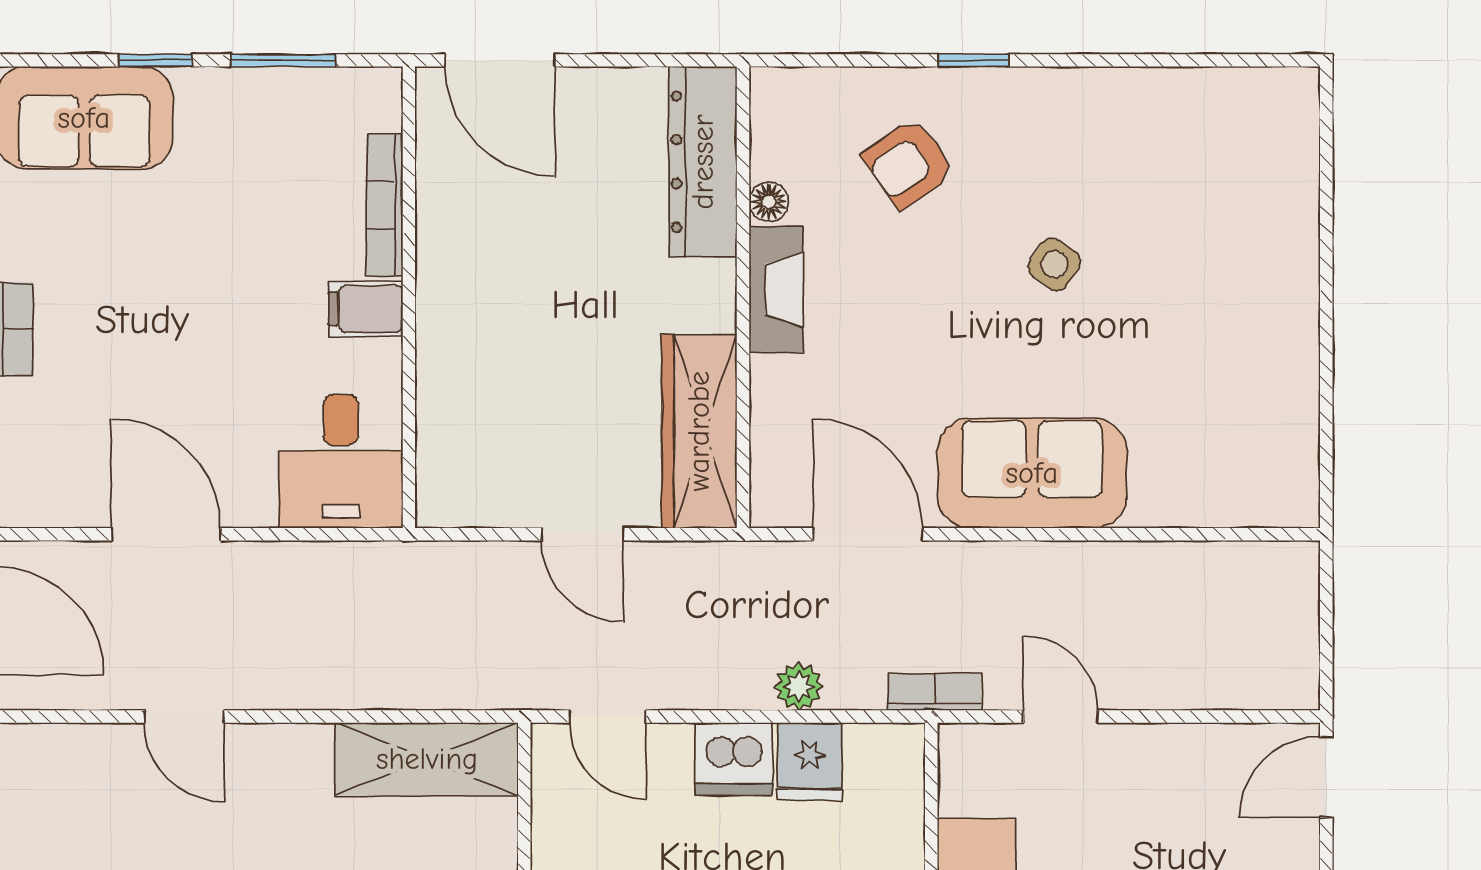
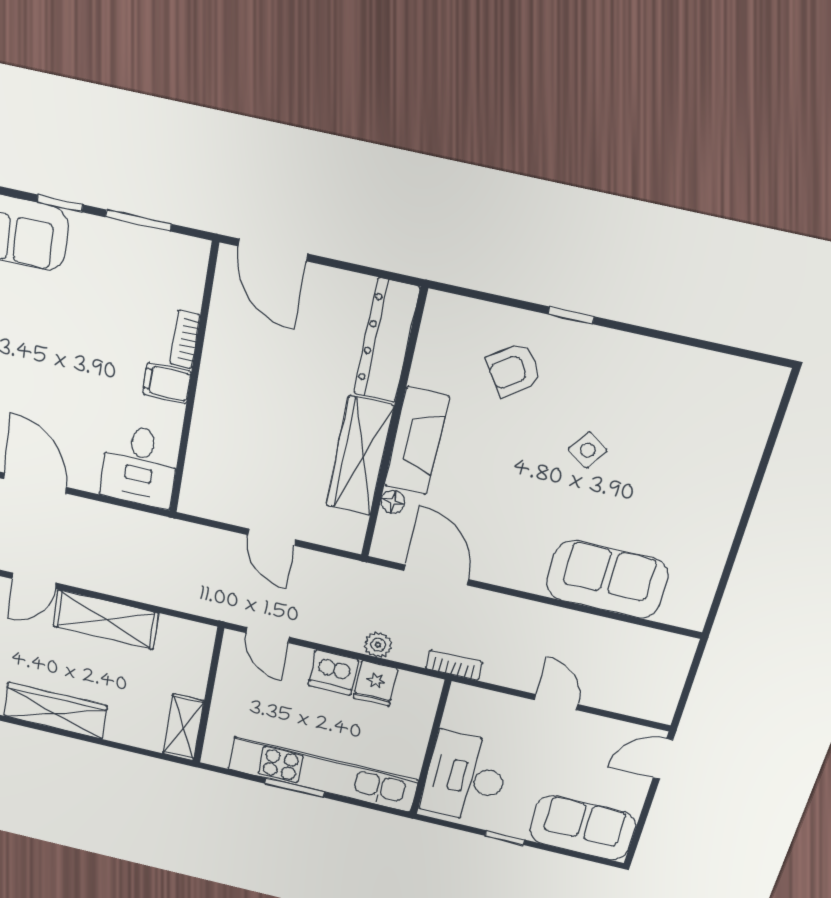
floor lamp: (769, 202) -> (393, 502), moved
bookcase: (385, 205) -> (185, 339), width x0.64
fireplace: (776, 289) -> (416, 441), width x1.37, depth x1.32
wardrobe: (699, 431) -> (360, 456), moved
sofa: (1032, 473) -> (607, 579), moved
door: (184, 717) -> (34, 581), hinge flipped
door: (1061, 717) -> (556, 702), moved
shelving: (427, 759) -> (106, 620), moved

